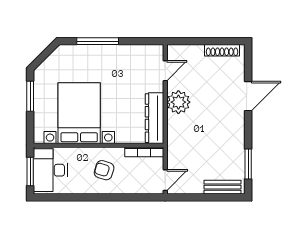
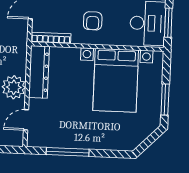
window: (98, 41) -> (68, 152), moved
armchair: (104, 170) -> (93, 21), turned 72

